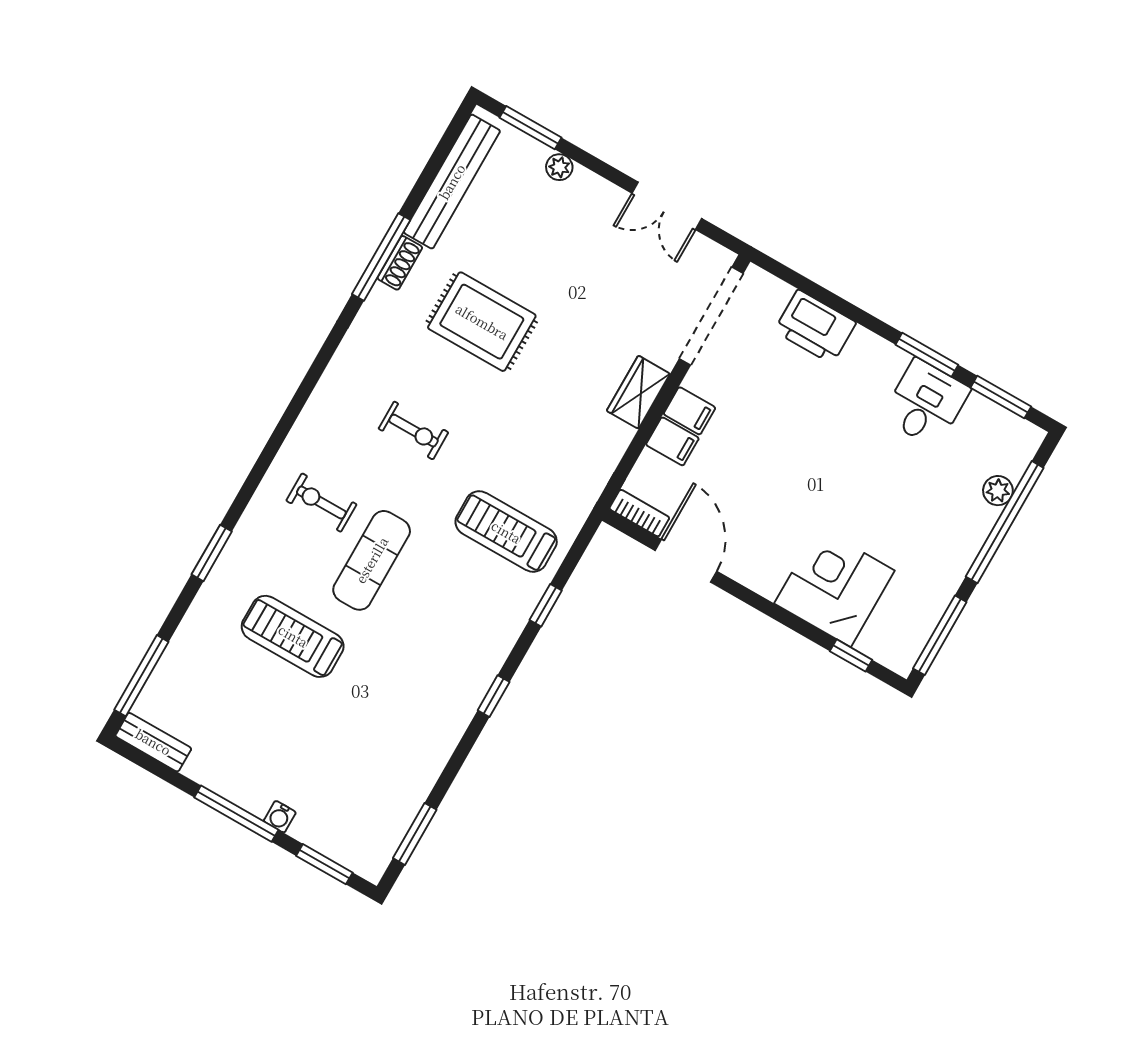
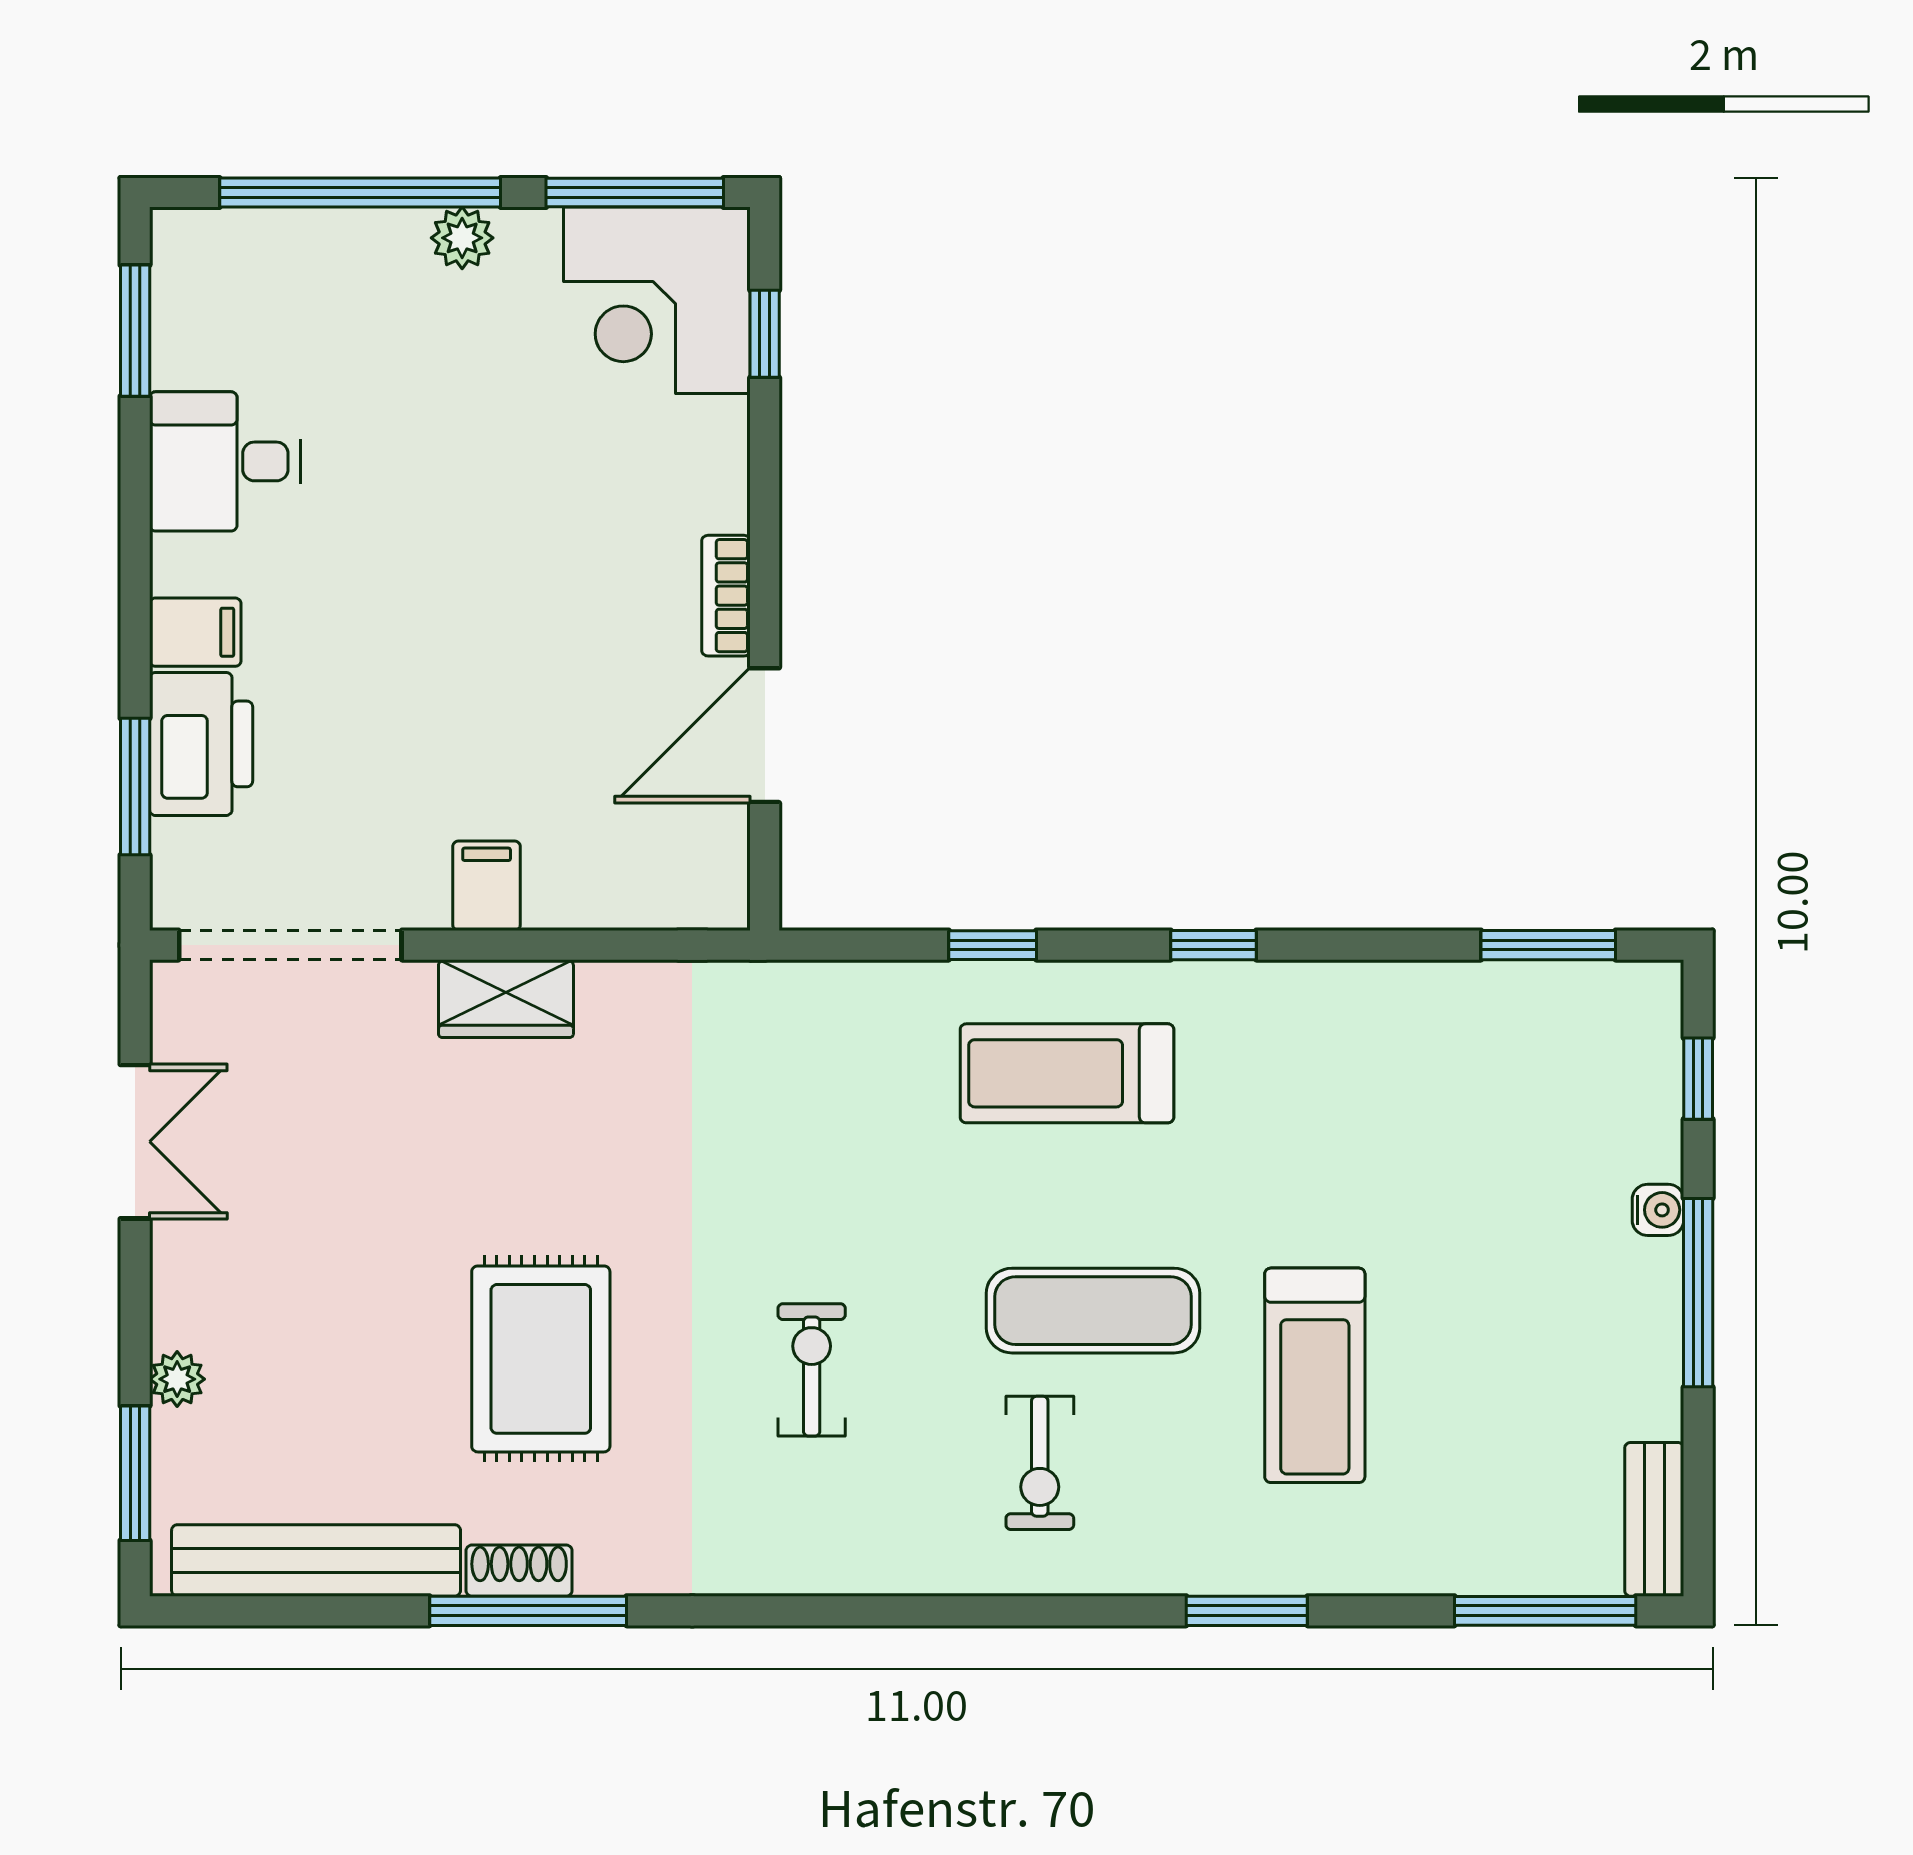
window: (927, 355) -> (135, 787), moved
filing cabinet: (672, 441) -> (195, 632), moved, turned 90
plant: (998, 491) -> (462, 238), moved
bookcase: (639, 513) -> (726, 596), moved
treadmill: (506, 532) -> (1067, 1073), moved, turned 90
corner desk: (834, 587) -> (657, 300), moved
window: (324, 864) -> (1698, 1079), width x0.67

